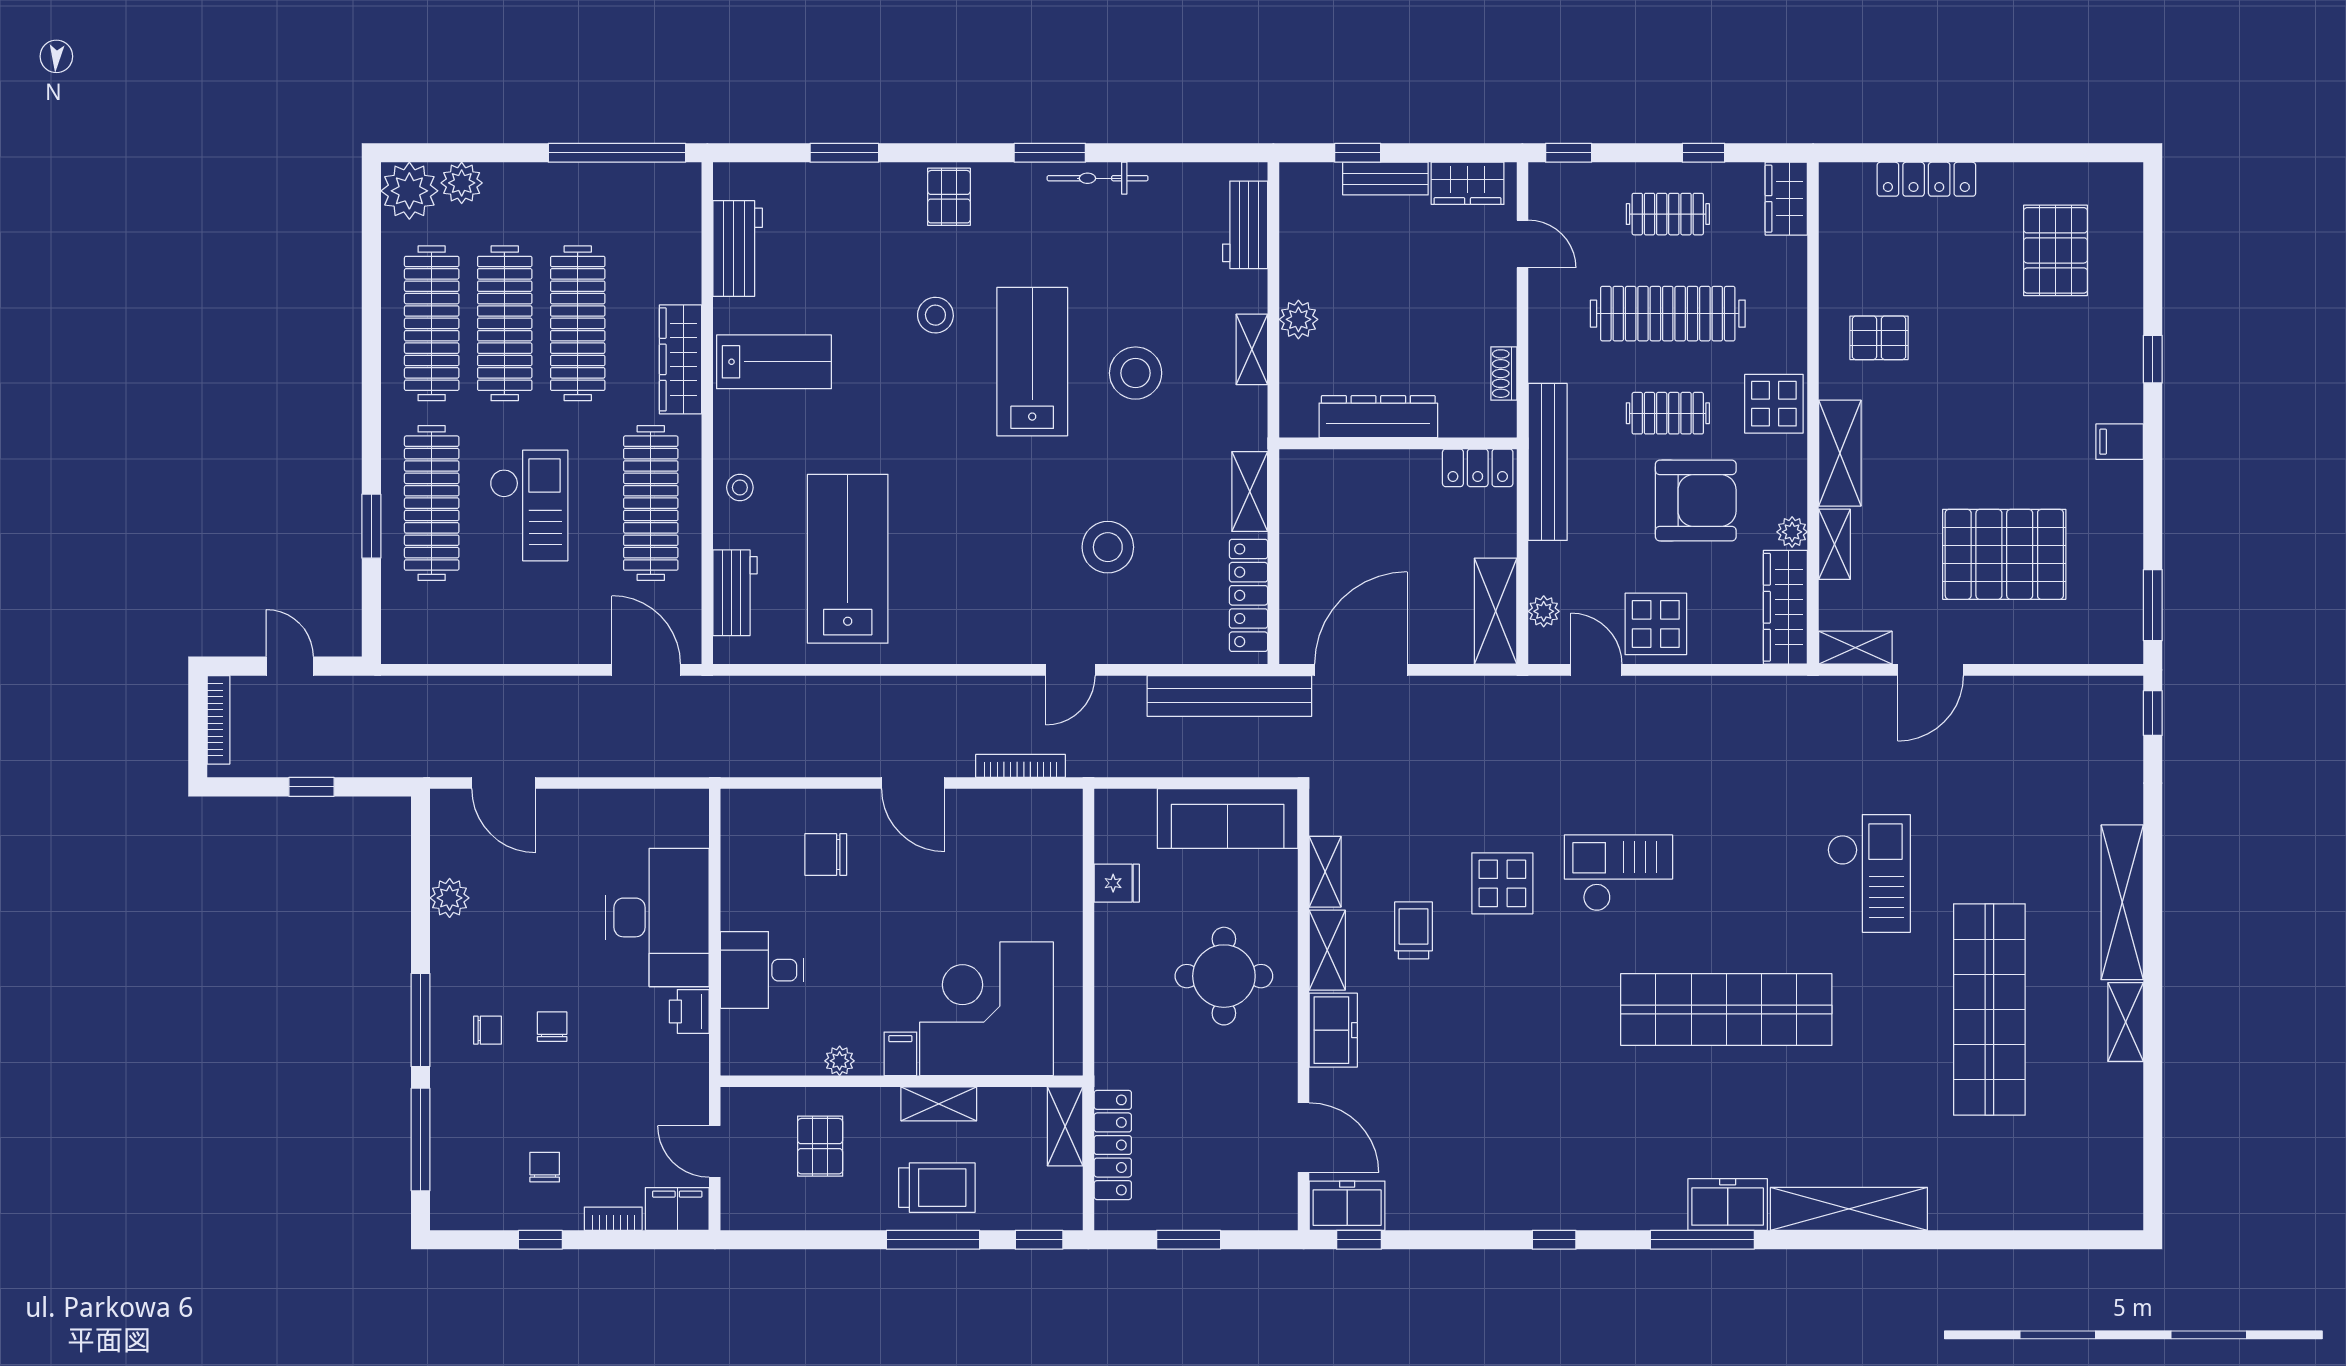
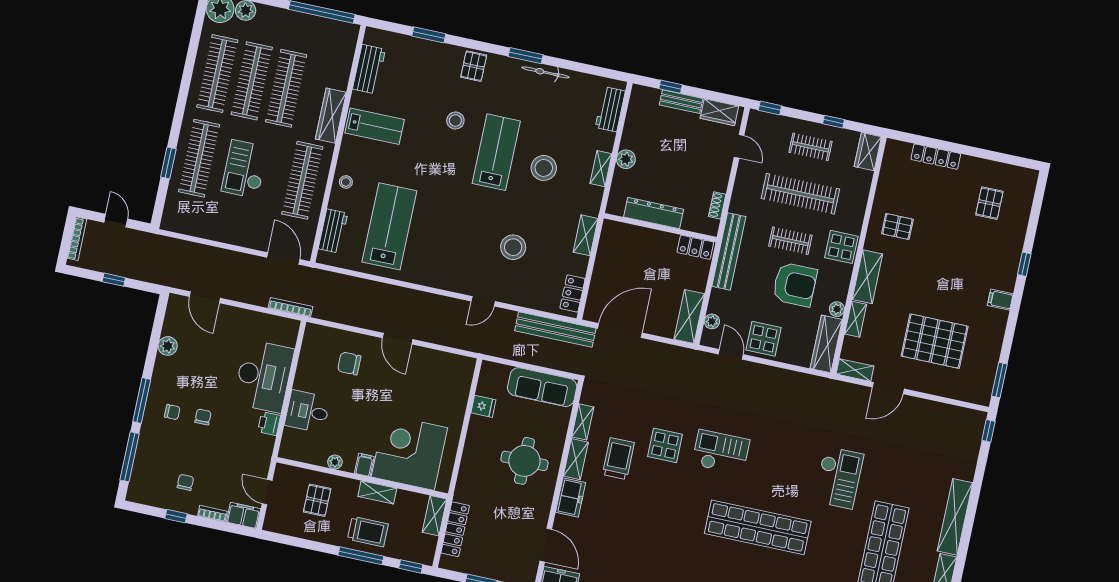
pallet: (2055, 250) -> (989, 203), width x0.67, depth x0.71
checkout: (529, 505) -> (245, 169), turned 180
locker: (1249, 595) -> (573, 294), width x0.66
bookcase: (1020, 766) -> (290, 307), moved
trolley: (1413, 930) -> (618, 459), width x1.36, depth x1.39

